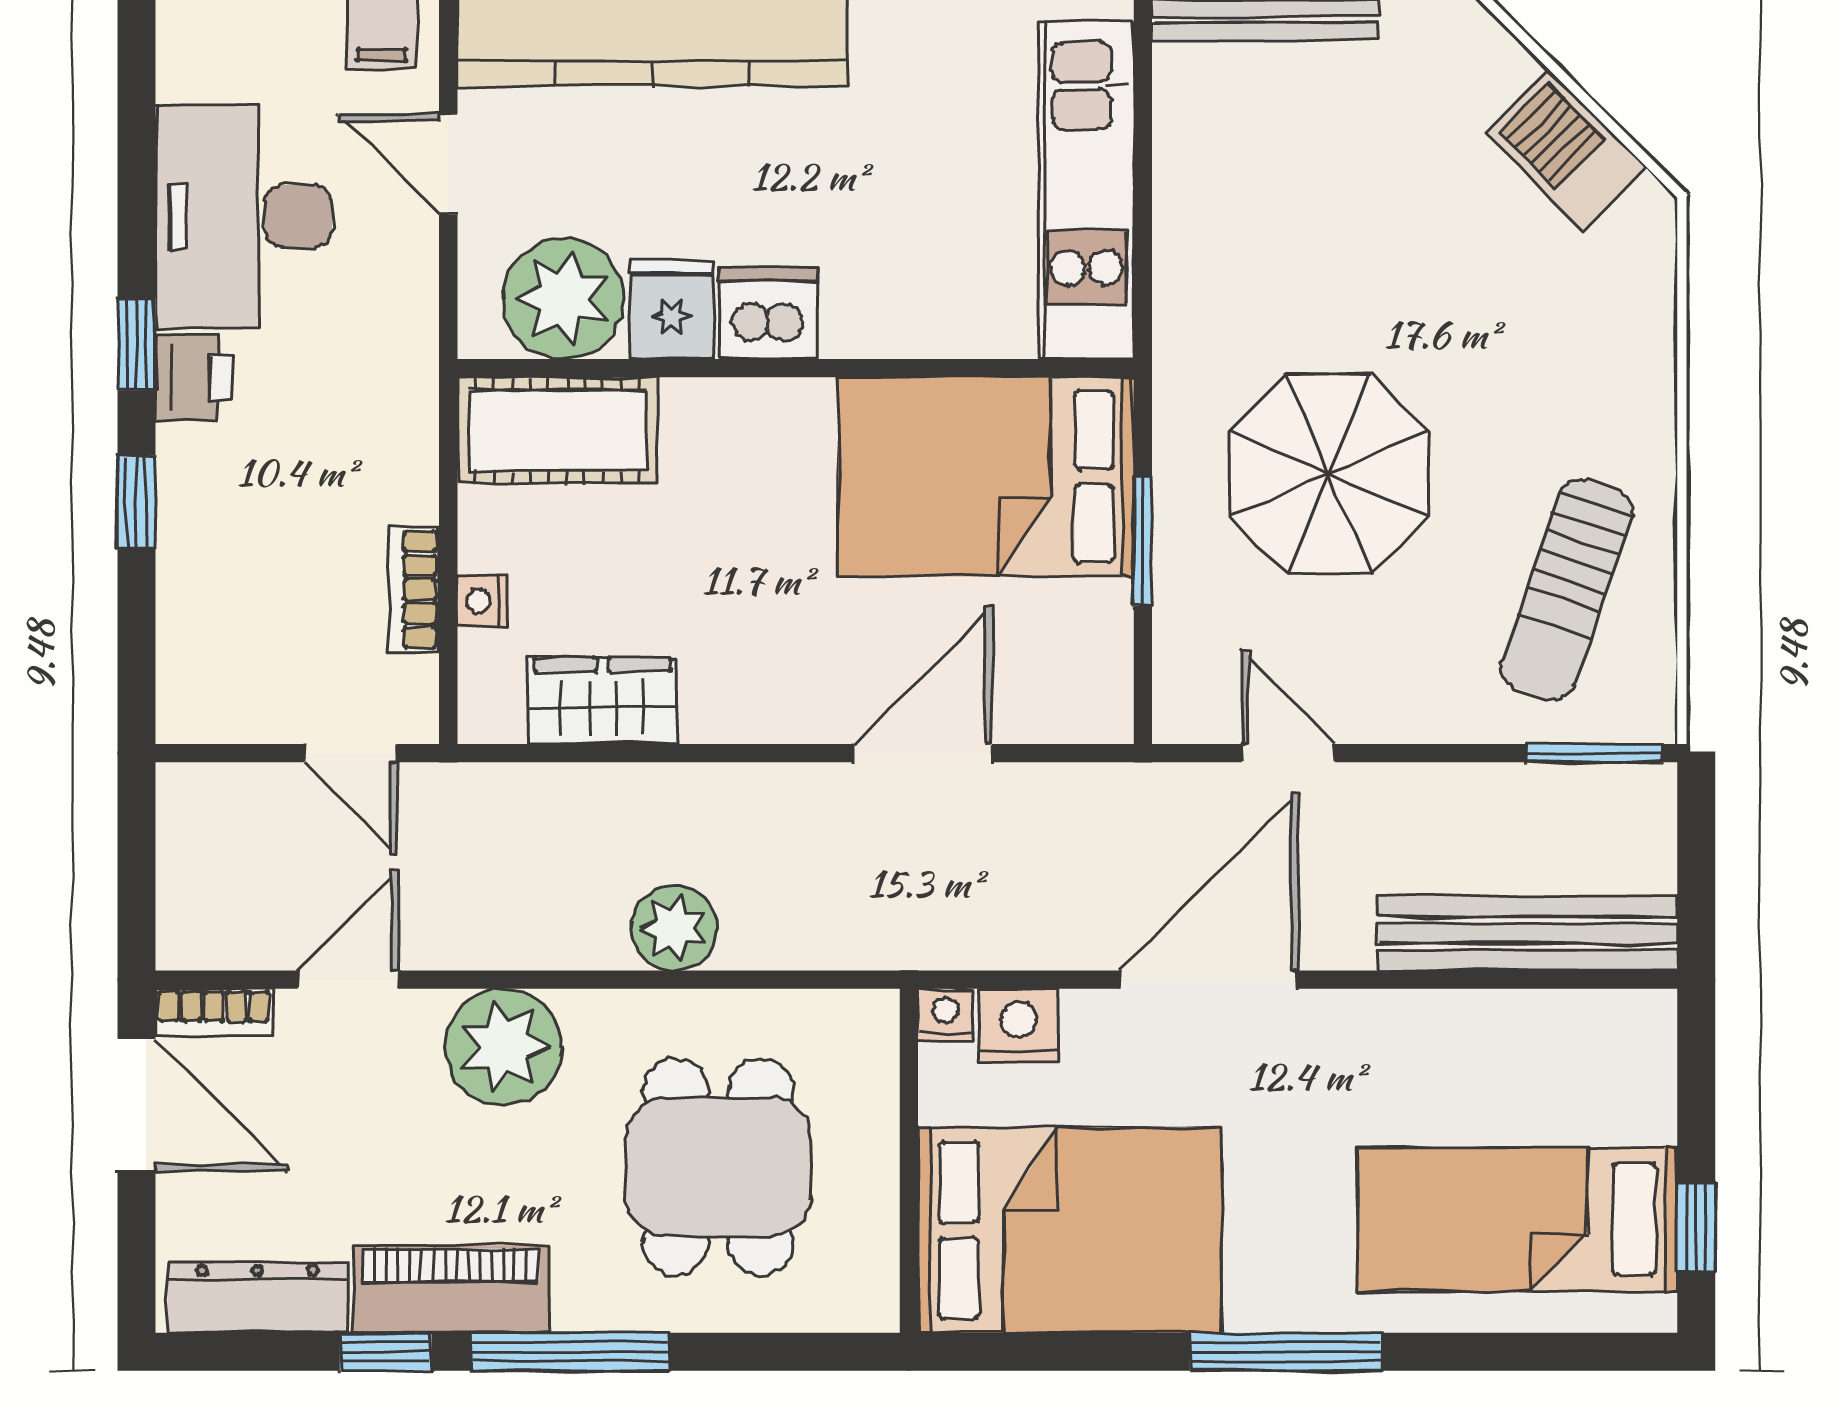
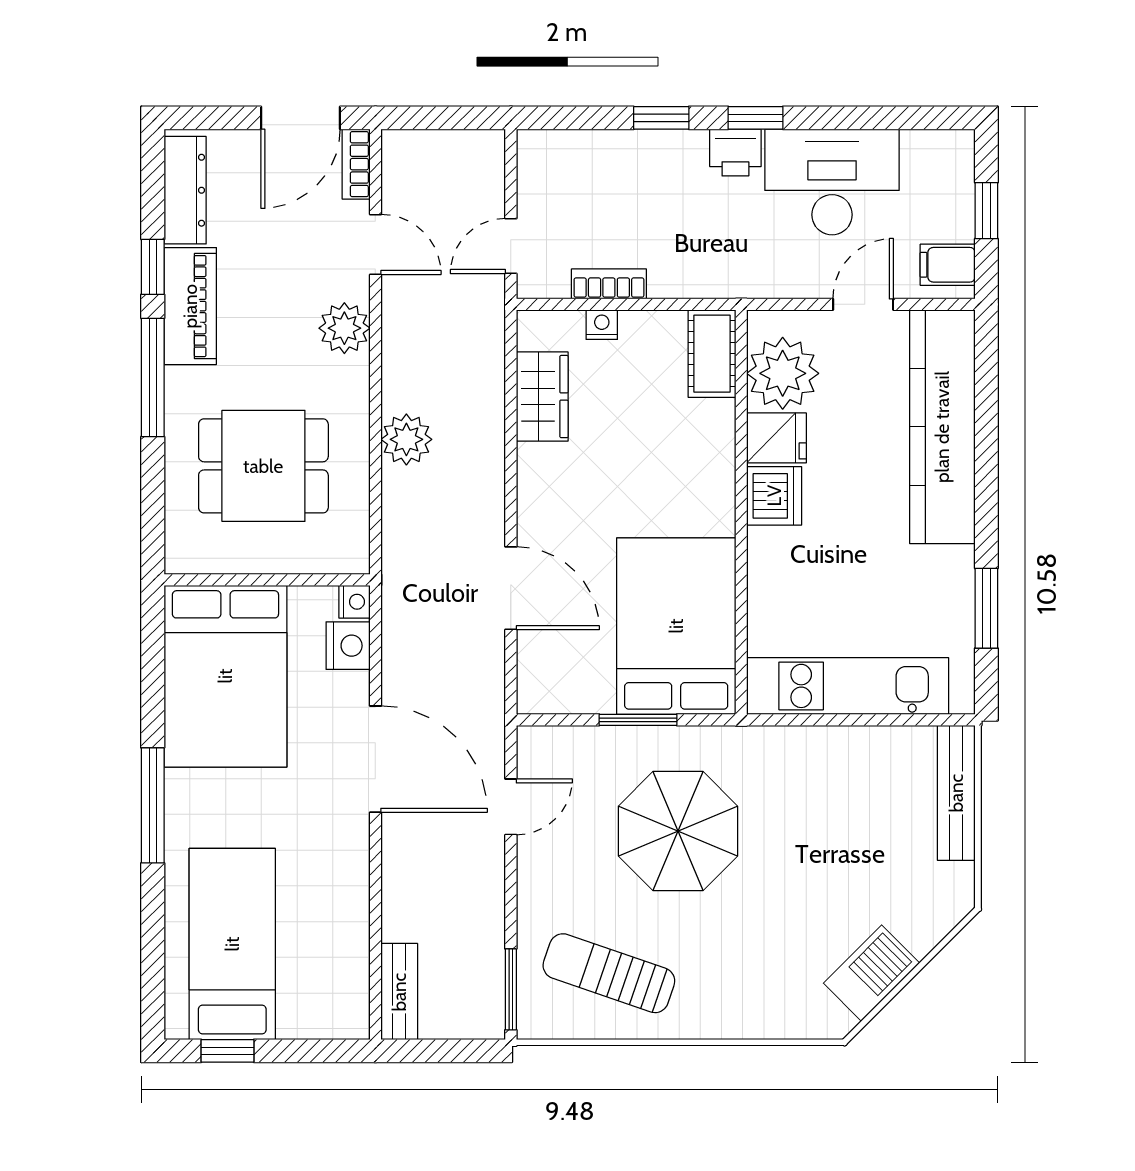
cot: (558, 430) -> (712, 354), width x0.73, depth x0.75
bench: (1528, 933) -> (399, 992), width x0.54, depth x0.82
plant: (504, 1047) -> (344, 328), width x0.73, depth x0.73

